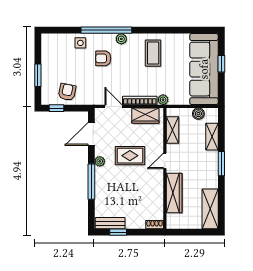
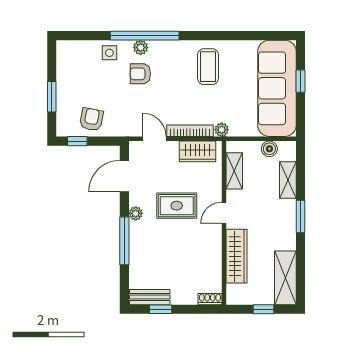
plant: (121, 39) -> (141, 47), moved
window: (194, 232) -> (264, 309), added

